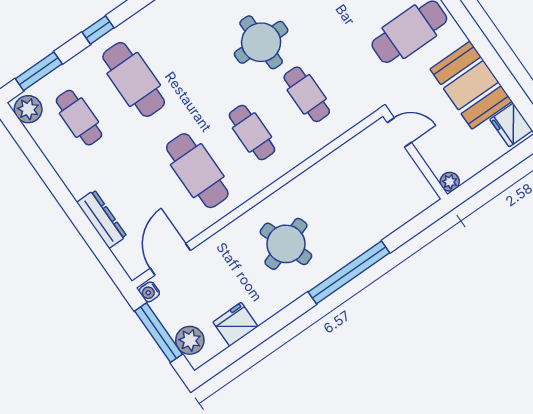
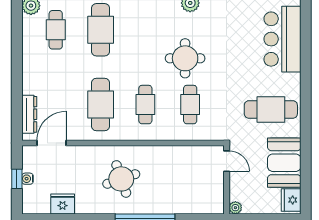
dresser: (102, 219) -> (29, 114), moved
water cooler: (149, 292) -> (27, 179), moved
window: (158, 333) -> (17, 179), width x0.46
plant: (190, 340) -> (31, 195), removed

